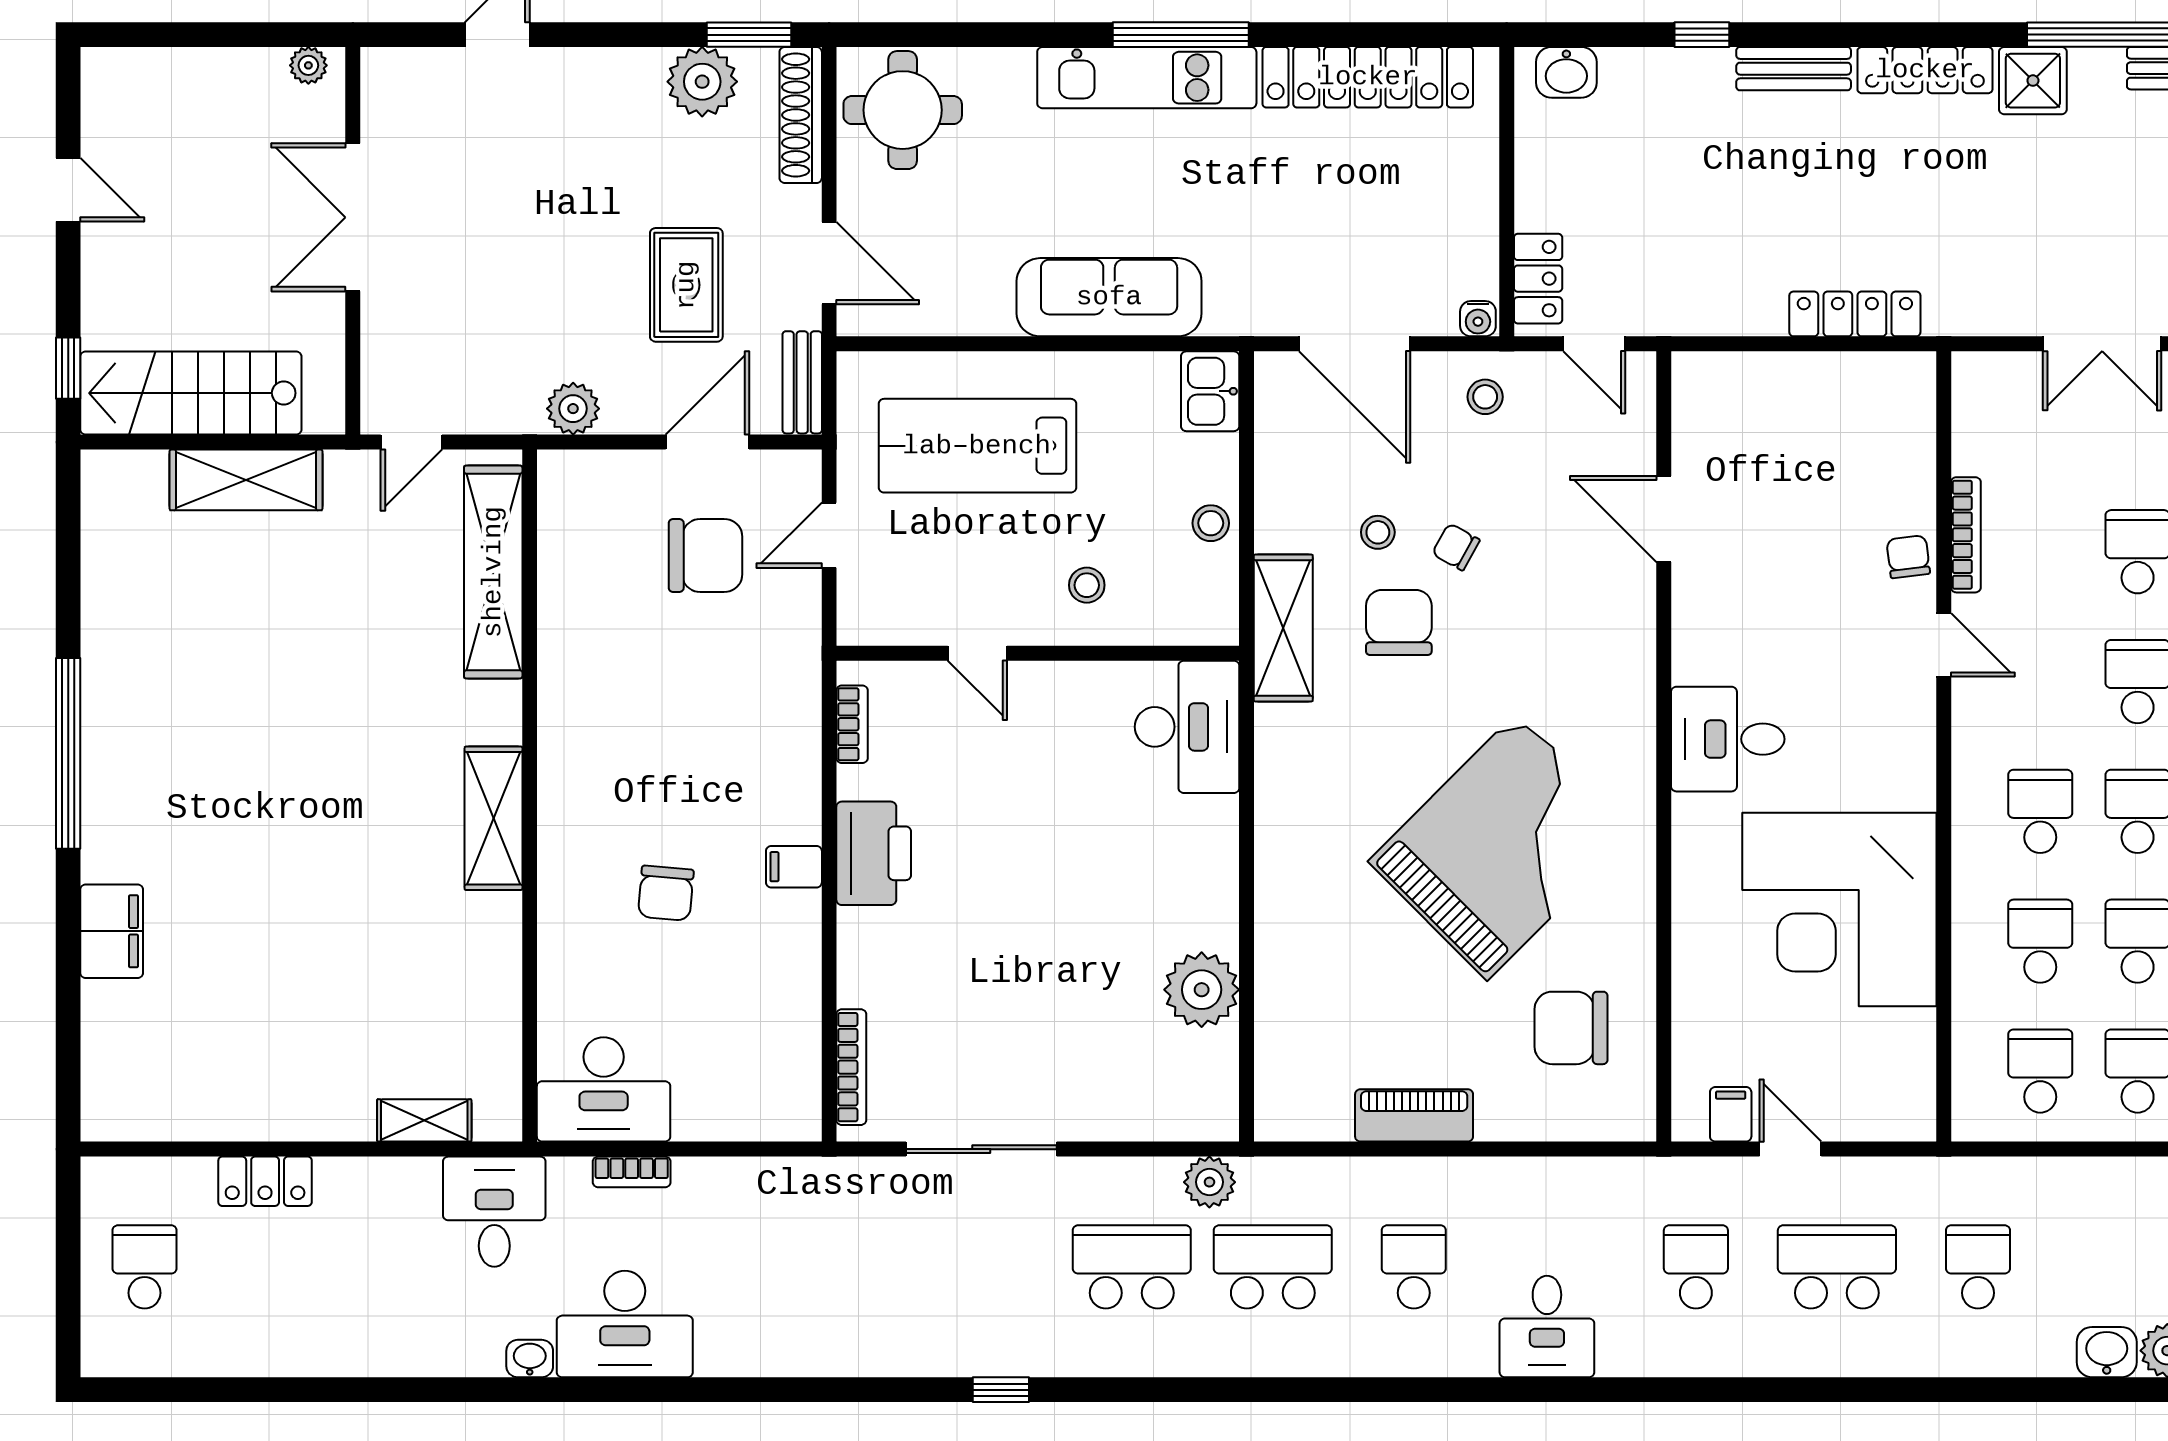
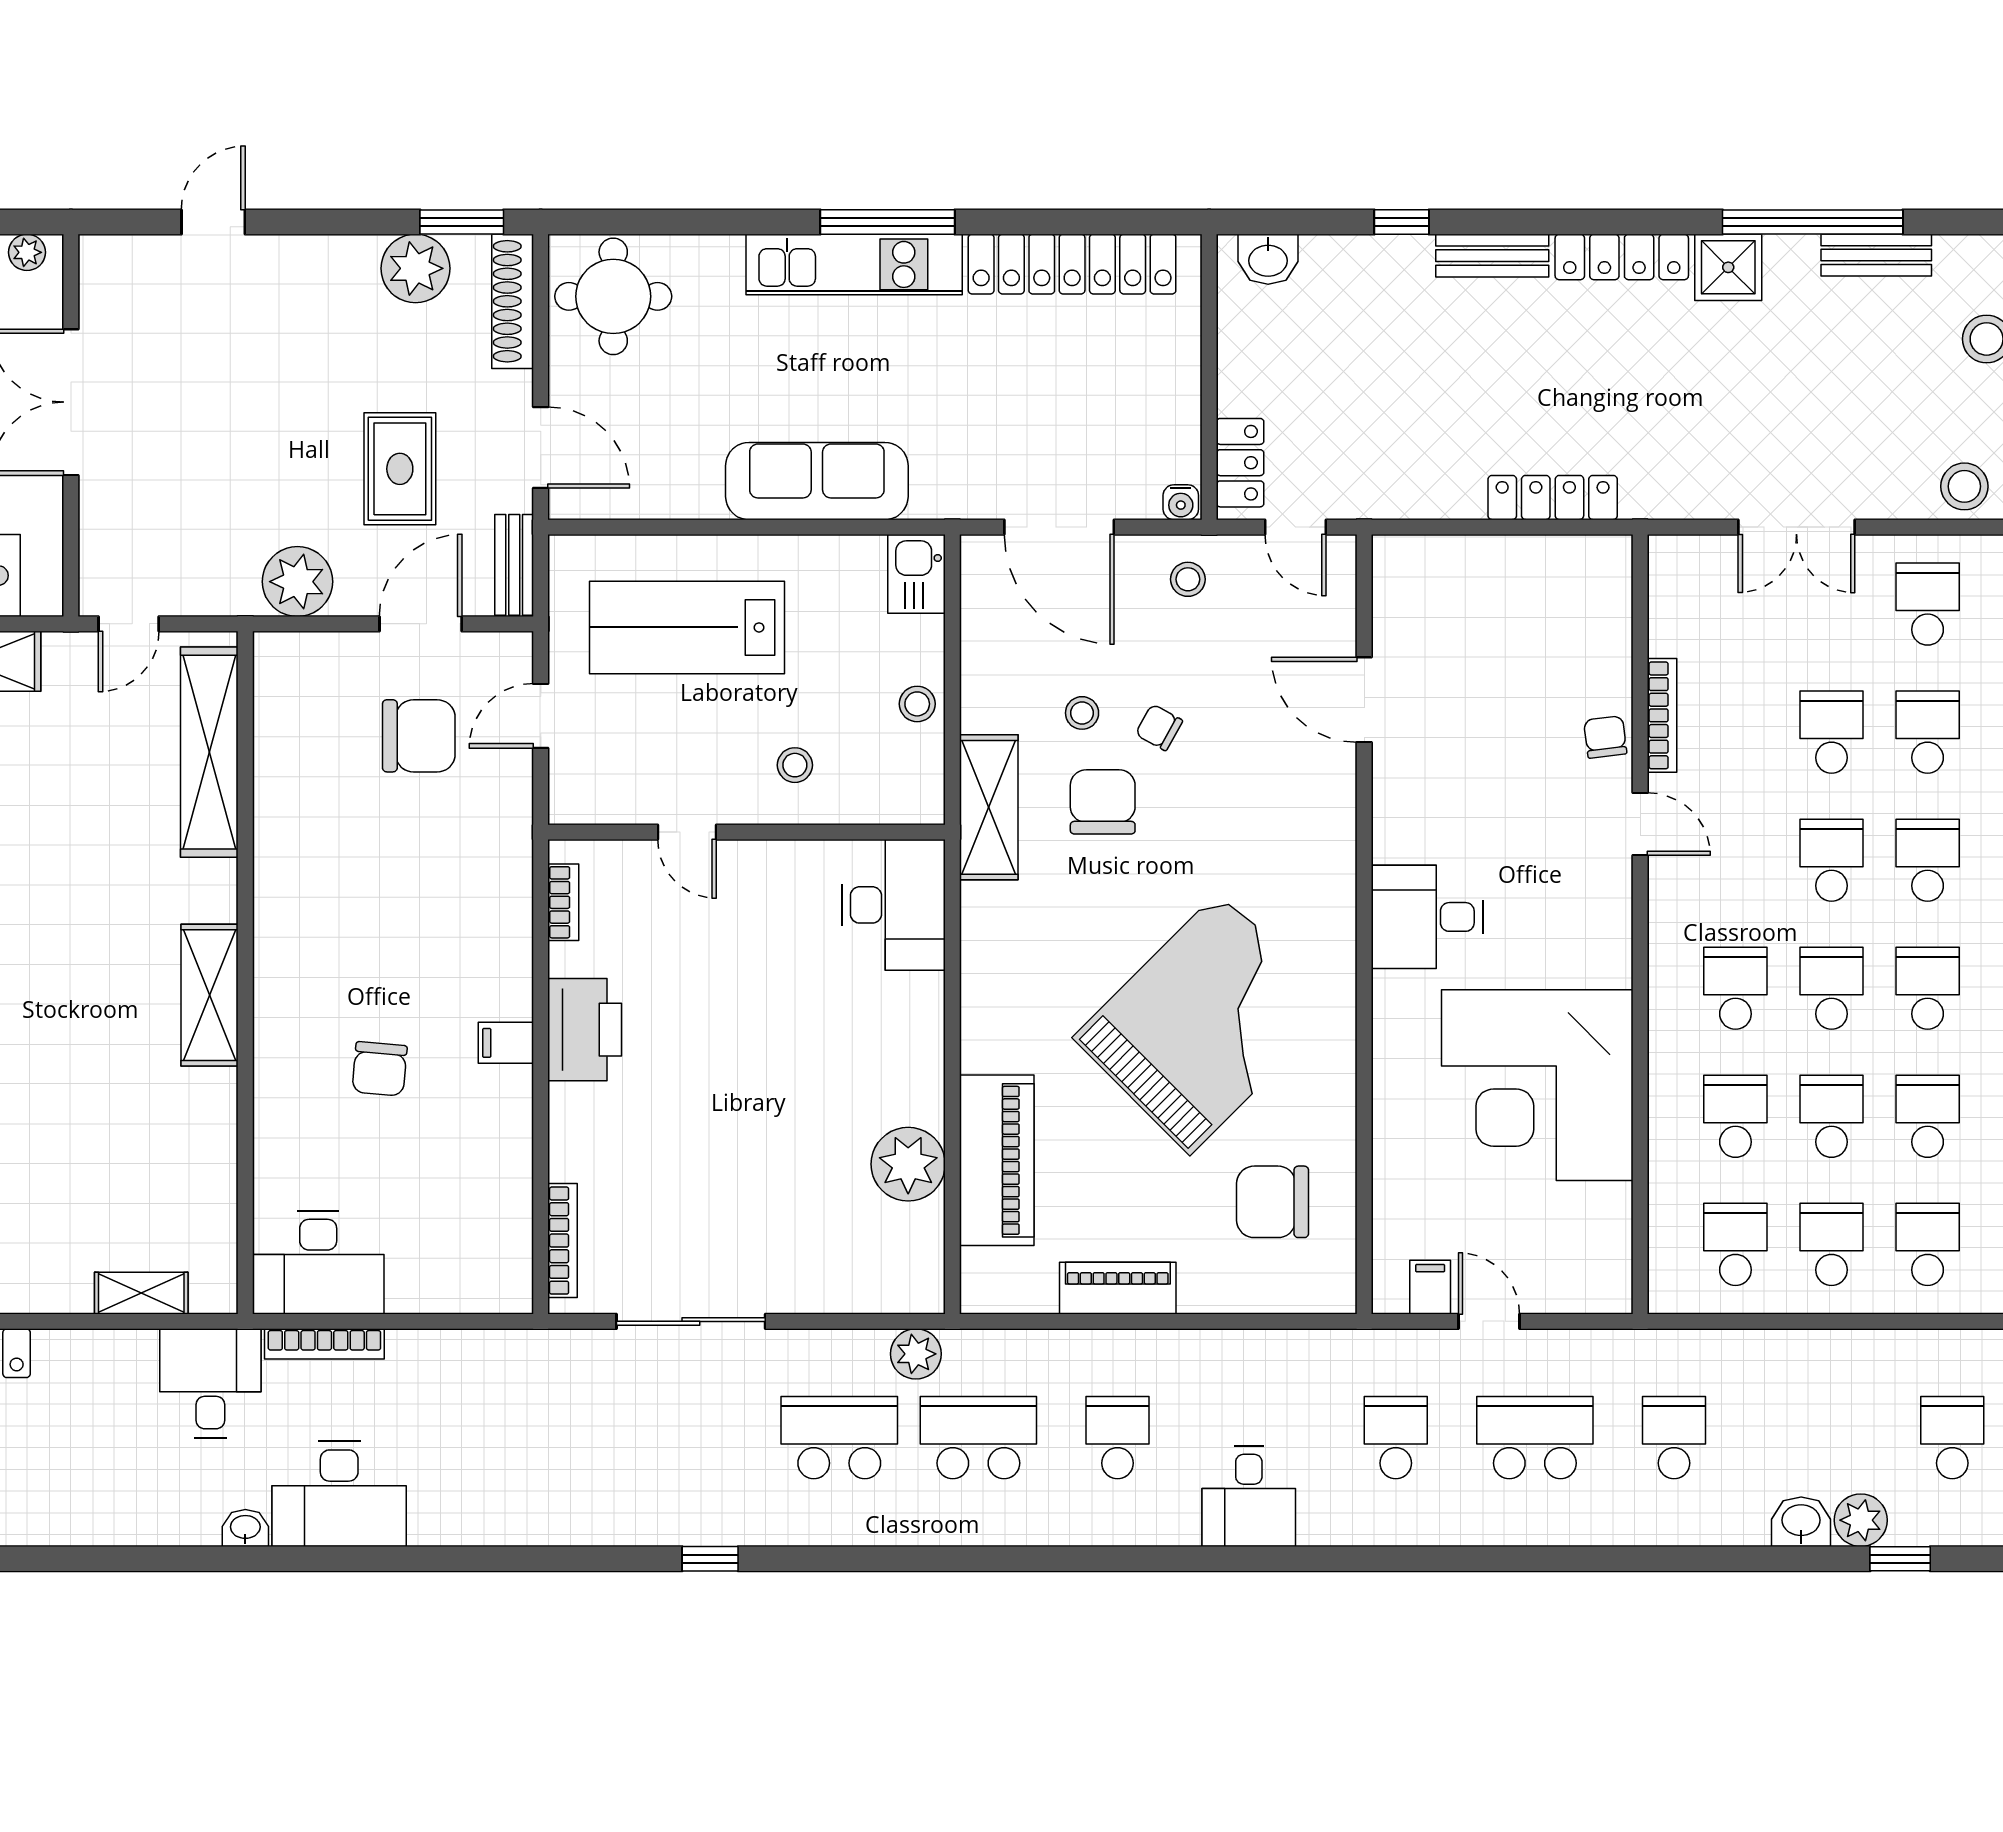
plant: (573, 409) -> (297, 582), width x1.36, depth x1.36
piano: (1291, 986) -> (997, 1160), added
bookcase: (632, 1172) -> (324, 1344), width x1.56

